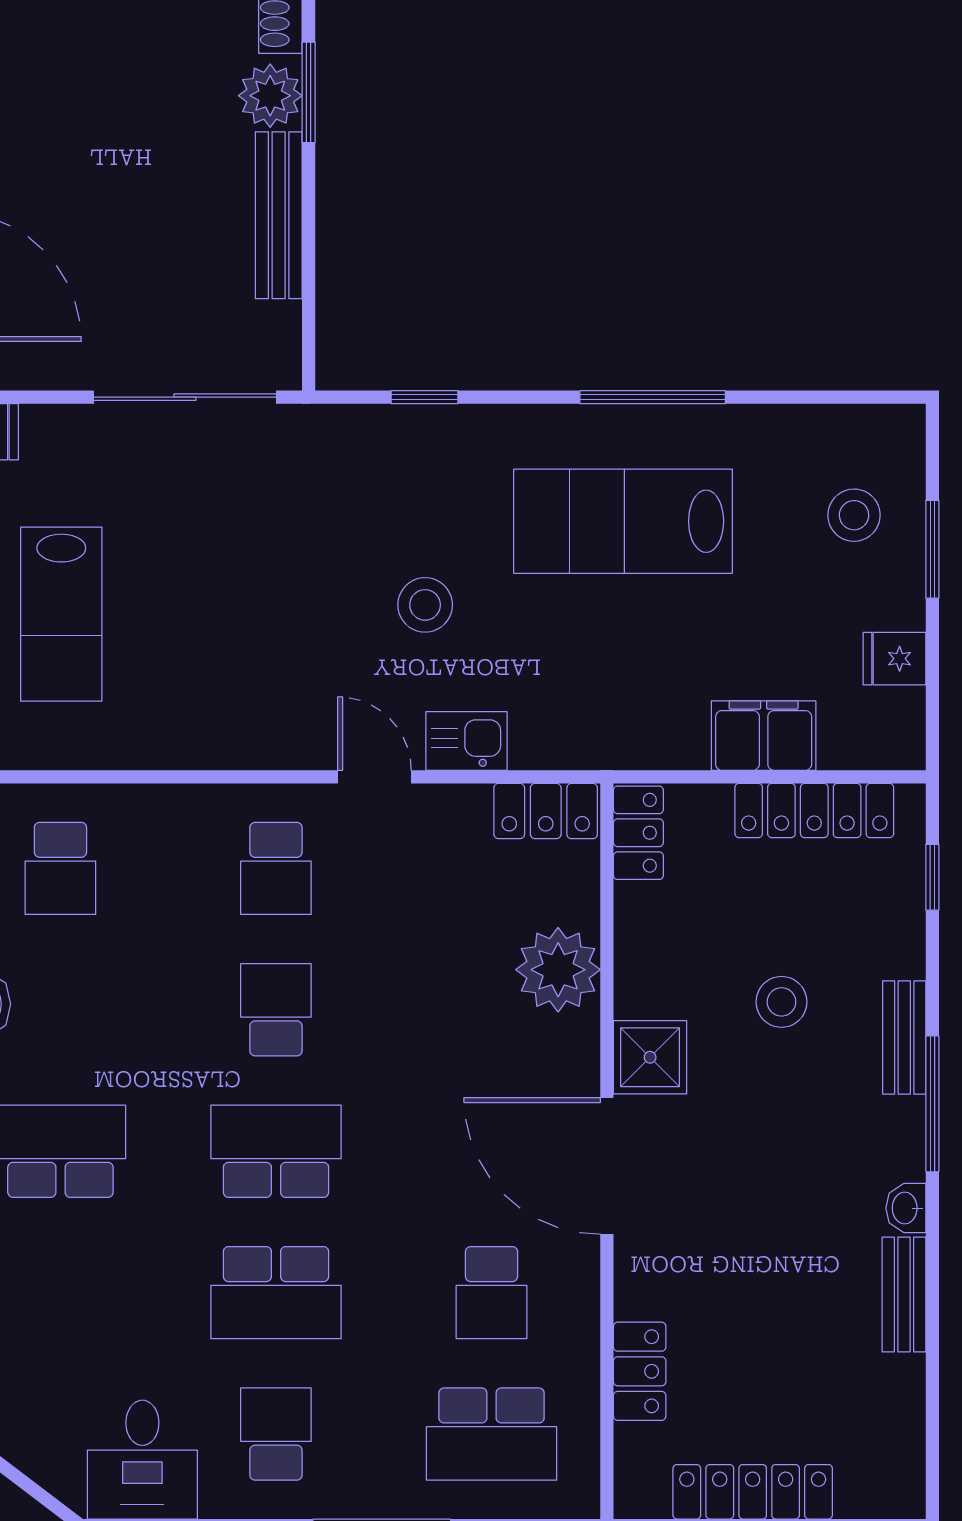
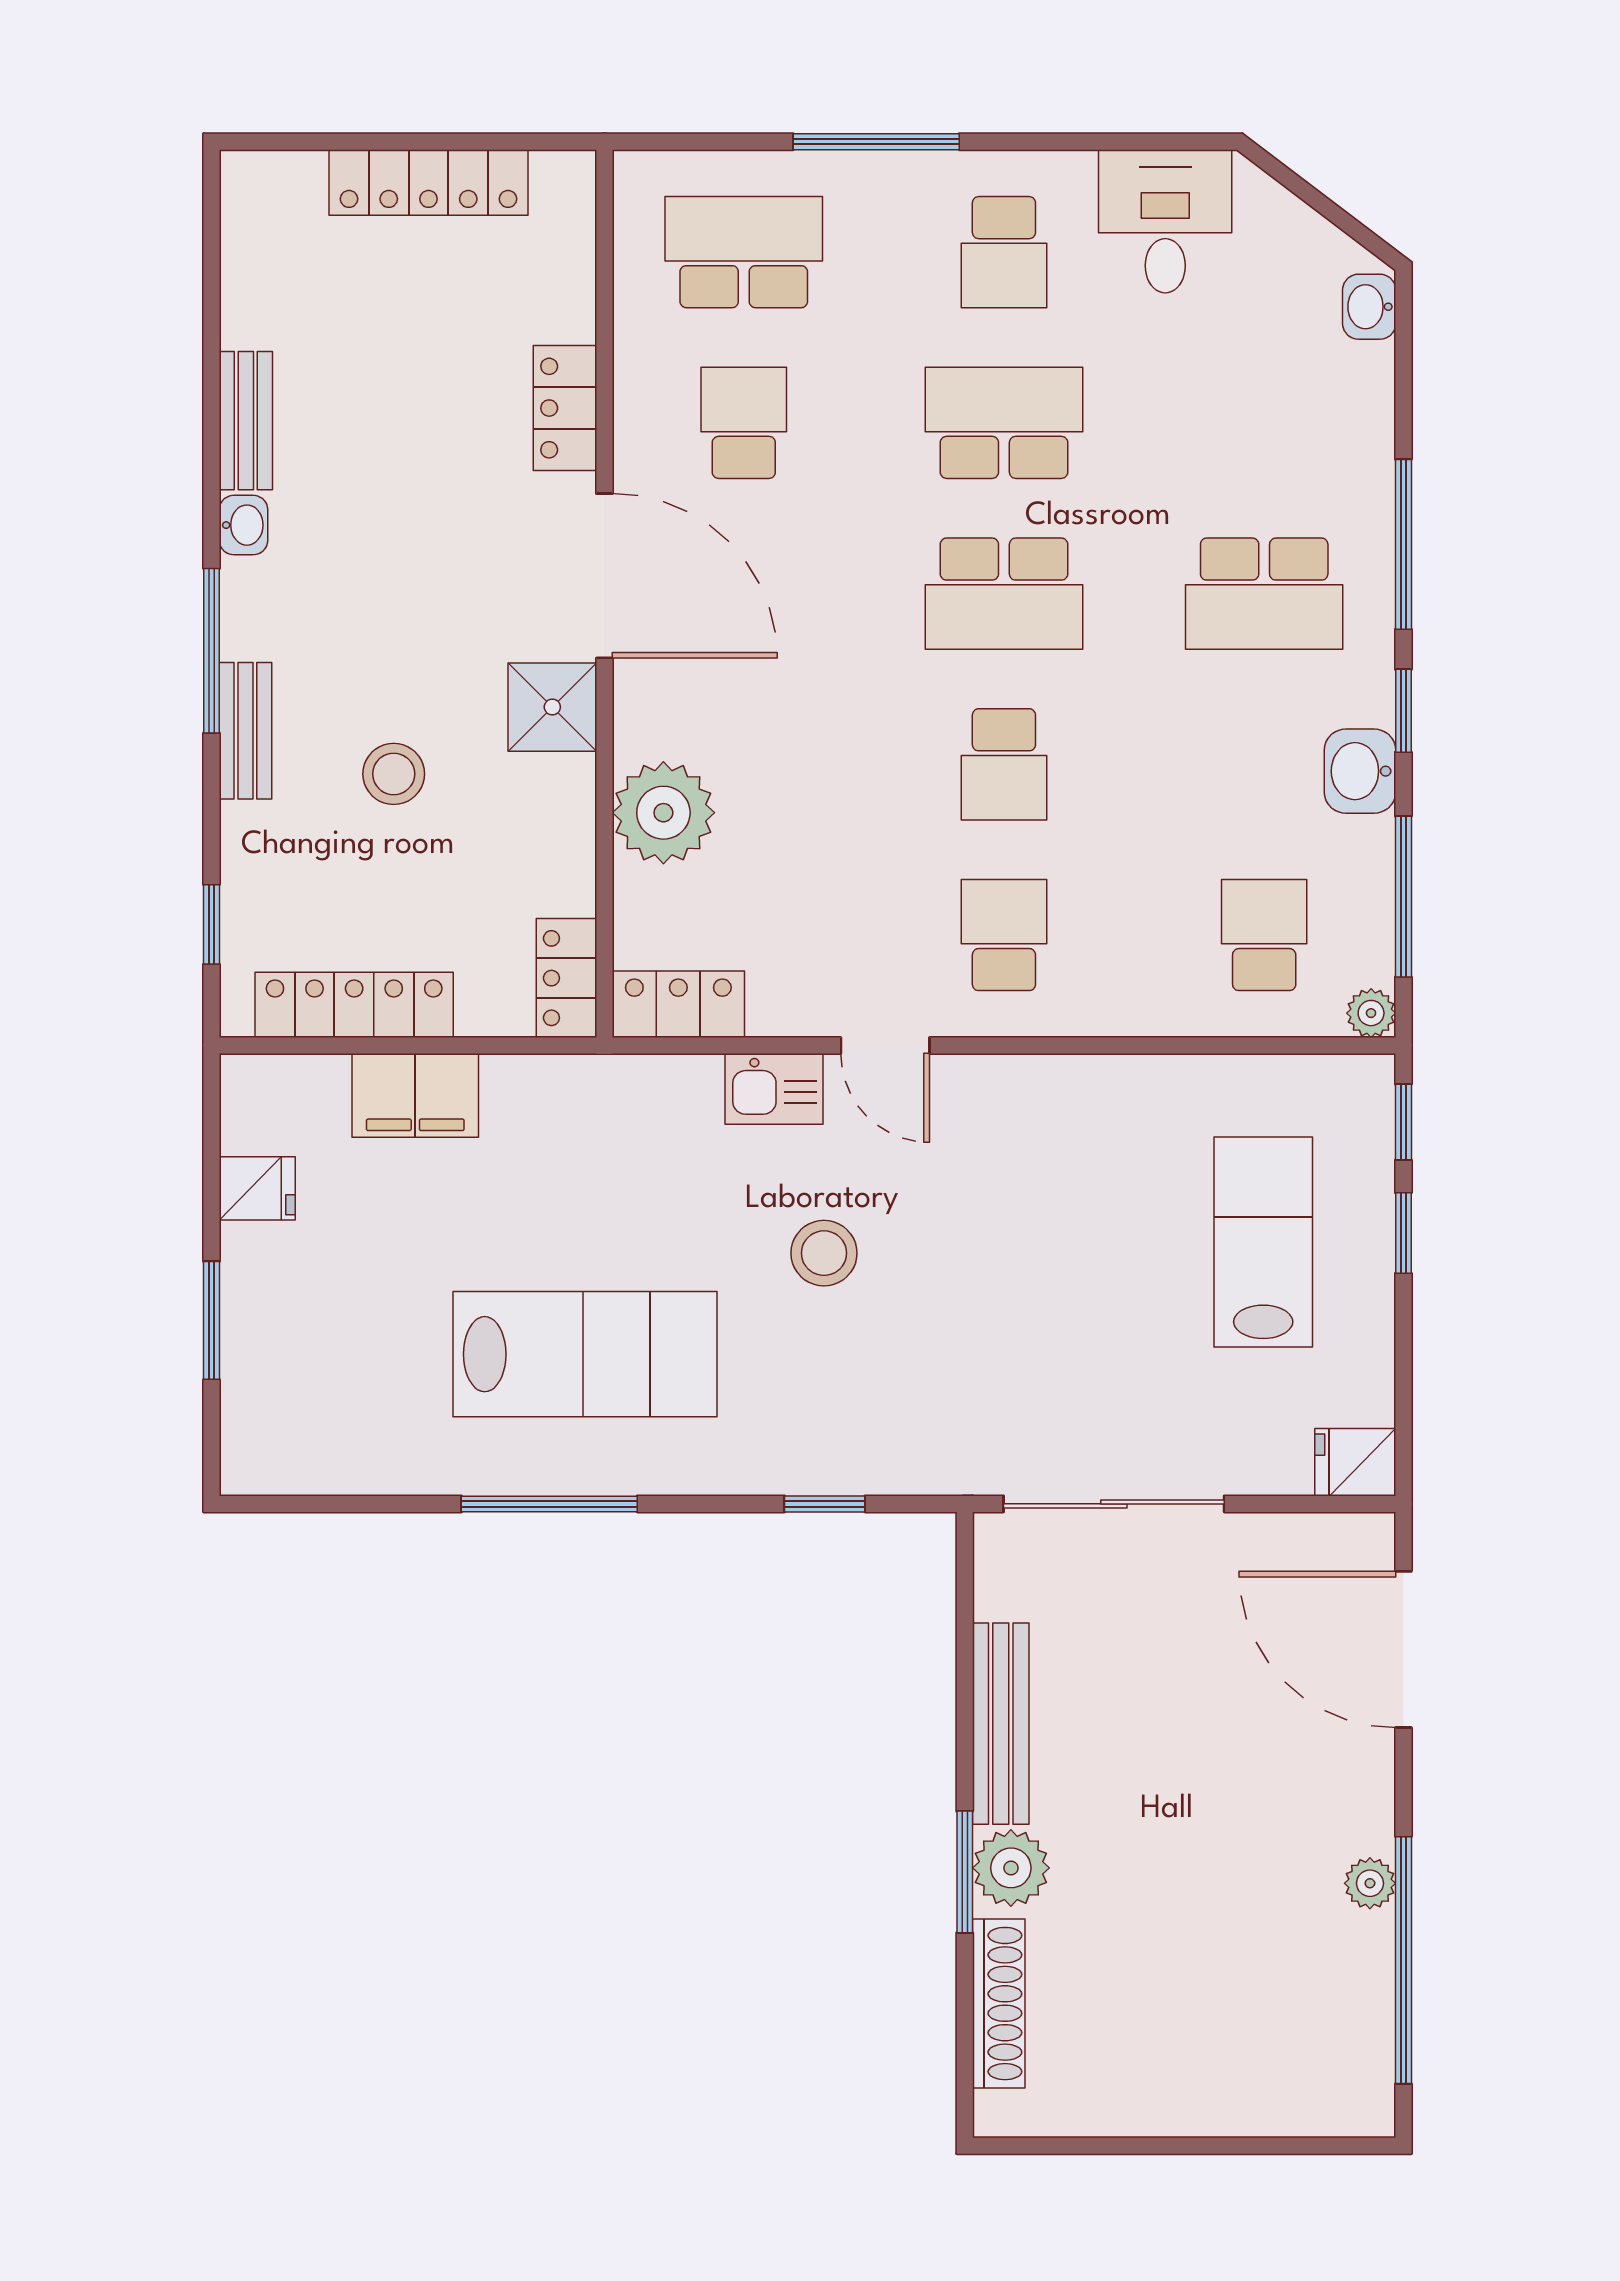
stool: (854, 515) -> (306, 1362), removed
locker: (640, 1371) -> (565, 408), moved

